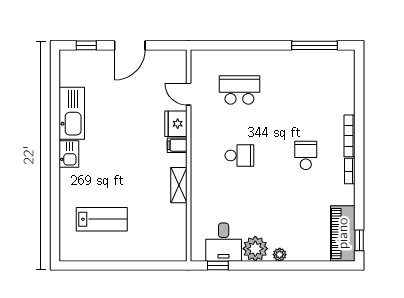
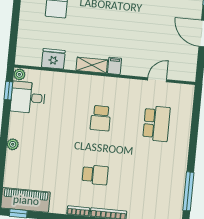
fridge: (176, 124) -> (53, 59), moved
shelving: (179, 185) -> (92, 65), moved
plant: (255, 249) -> (19, 74), moved, width x0.53, depth x0.53

